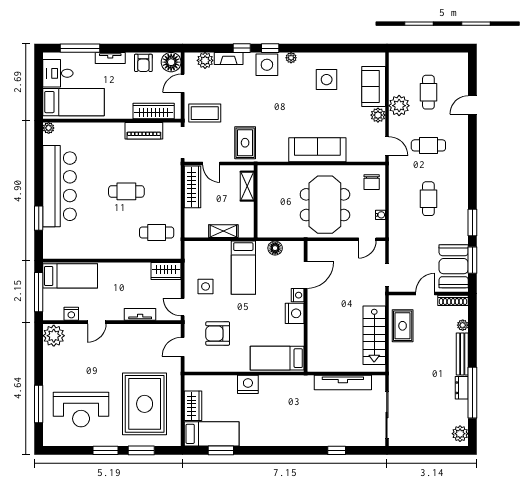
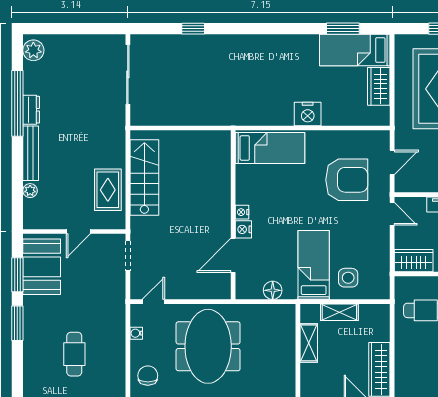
shelving: (247, 186) -> (309, 343), moved
side table: (206, 286) -> (348, 278), moved
shoe rack: (453, 300) -> (42, 223), removed
nightstand: (295, 313) -> (242, 212), width x0.53, depth x0.56
armchair: (218, 333) -> (347, 180), width x1.36, depth x1.36
tv unit: (343, 383) -> (185, 116), removed

